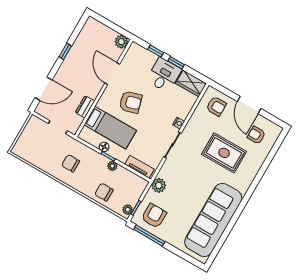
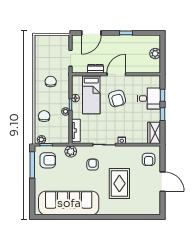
plant: (121, 42) -> (155, 54), moved
door: (112, 74) -> (116, 74), moved
desk: (164, 75) -> (149, 99), moved
door: (44, 89) -> (91, 33), hinge flipped
door: (249, 105) -> (163, 182), swing flipped
armchair: (256, 135) -> (93, 165), moved

